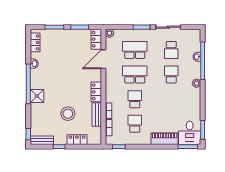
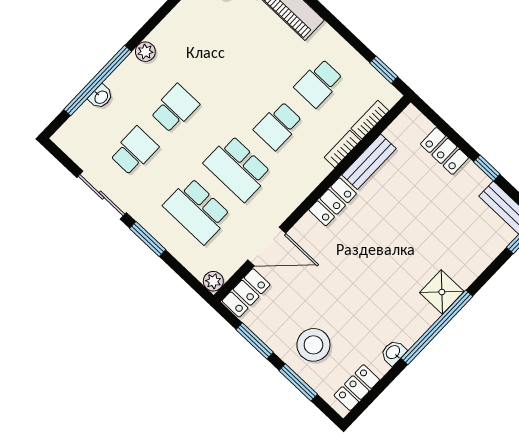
school desk: (171, 75) -> (175, 108), turned 180
stool: (68, 114) -> (313, 345), moved

